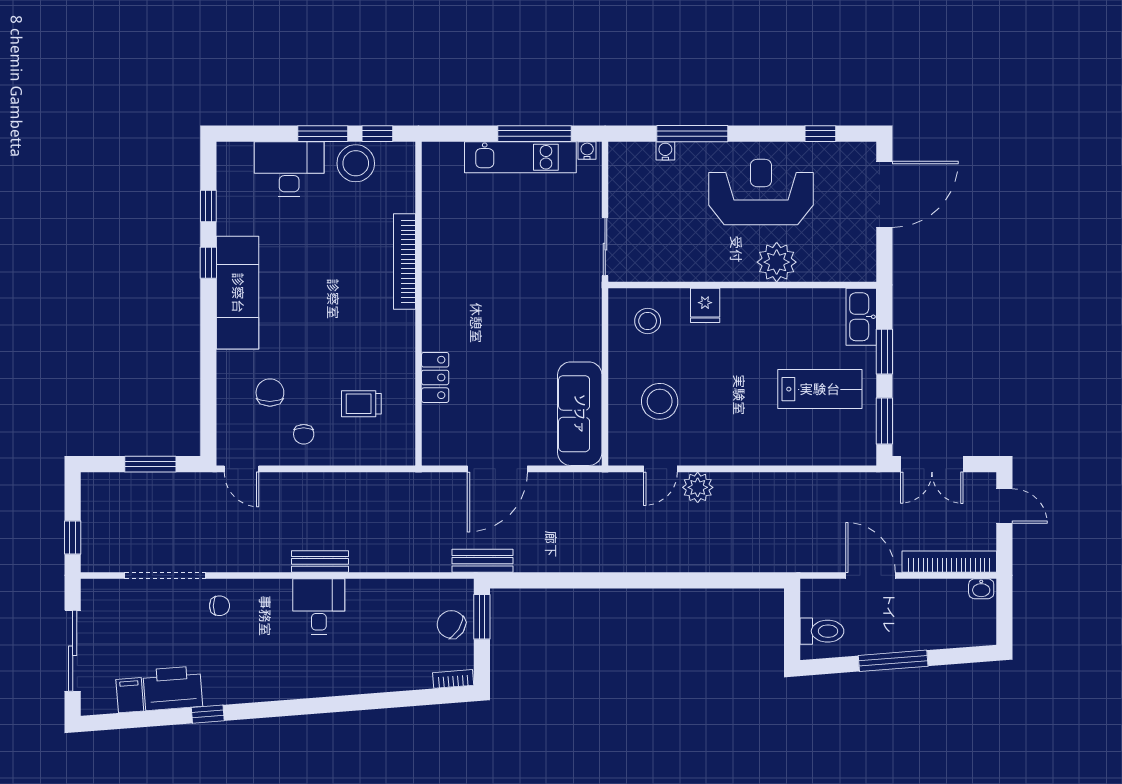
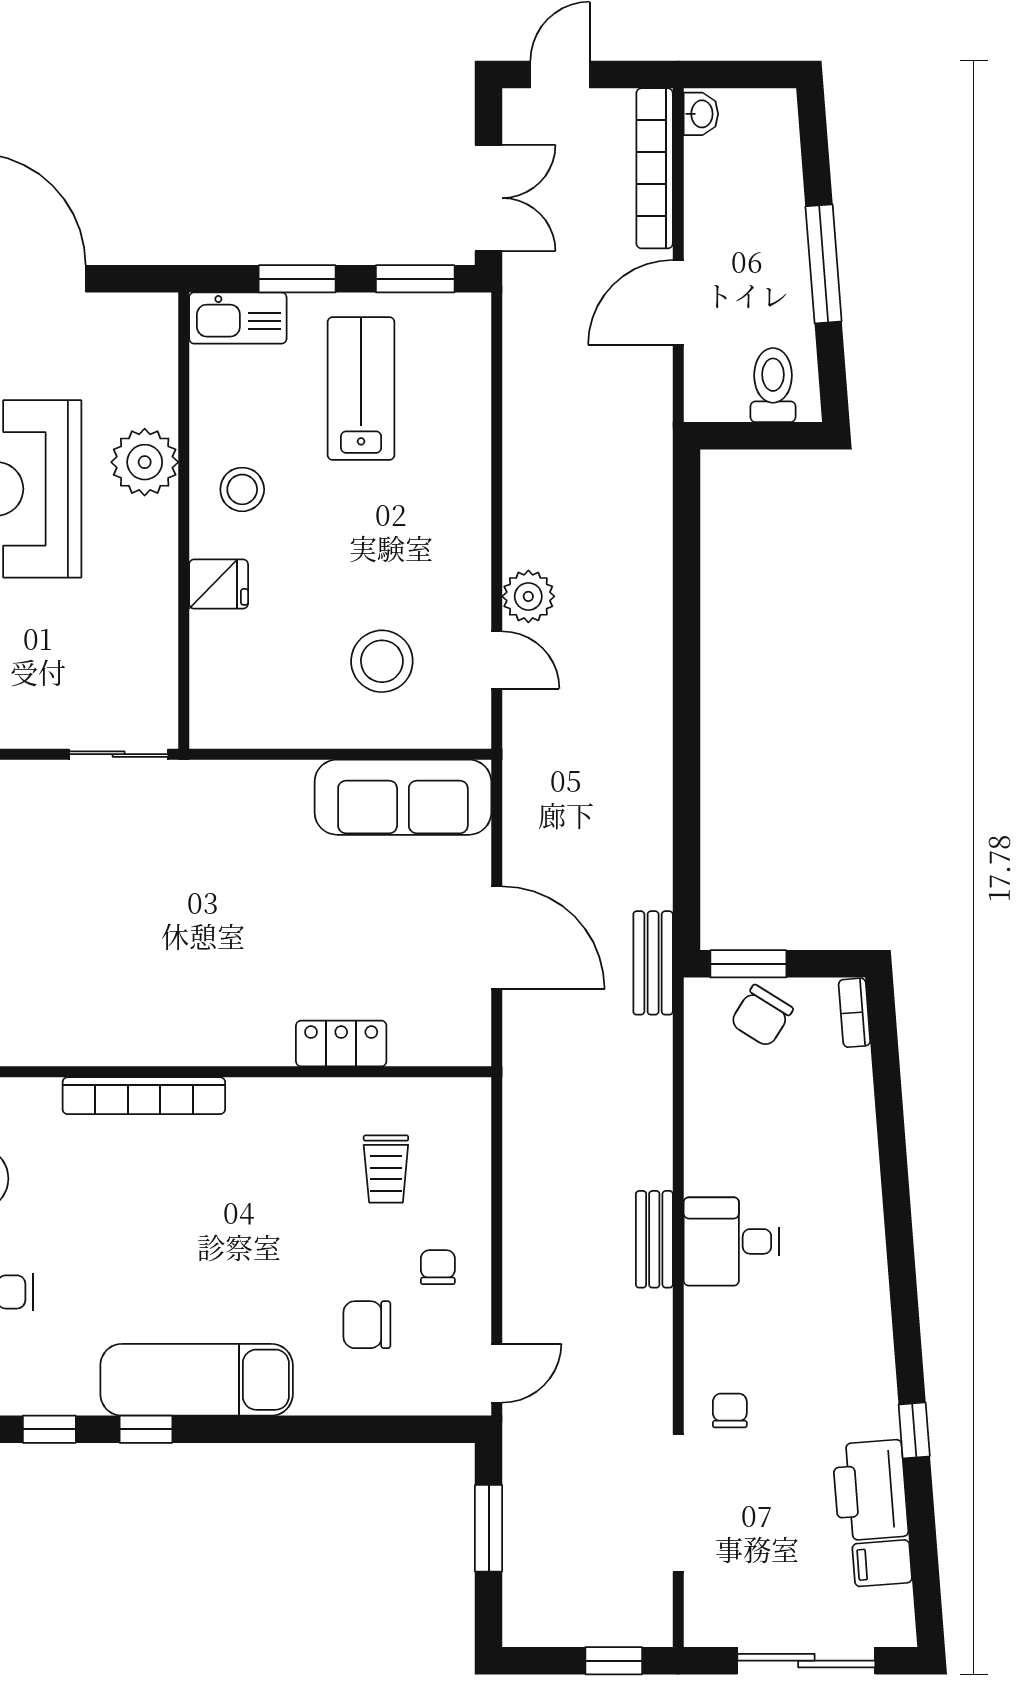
stool: (648, 321) -> (242, 489), moved
chair: (304, 434) -> (438, 1267), turned -90

